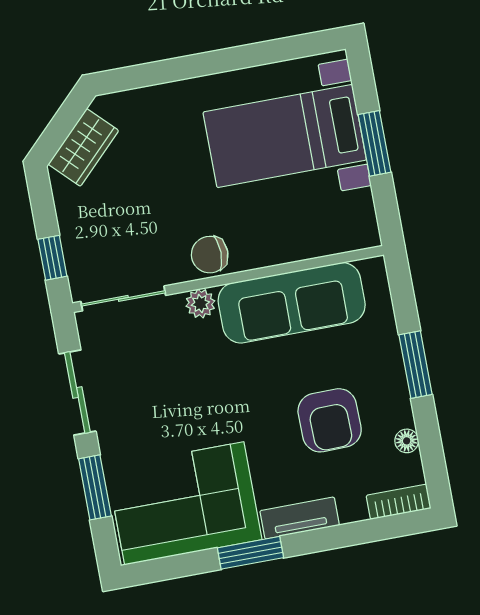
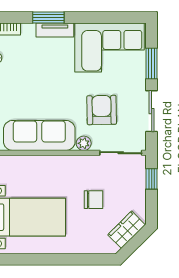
chair: (210, 255) -> (94, 200), moved
armchair: (330, 420) -> (102, 110), moved
window: (250, 553) -> (48, 18), moved

